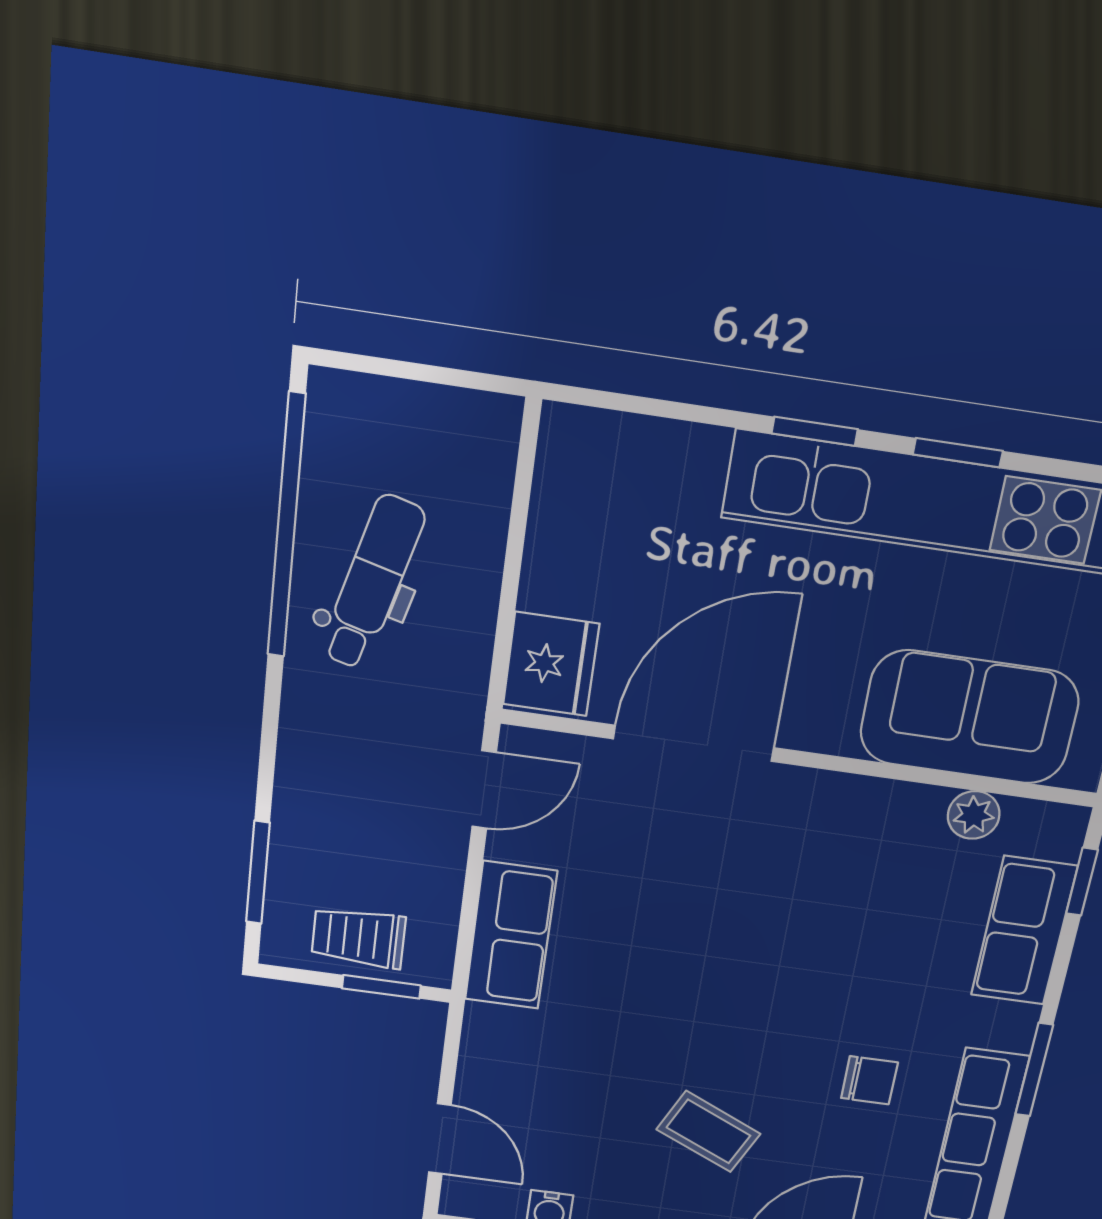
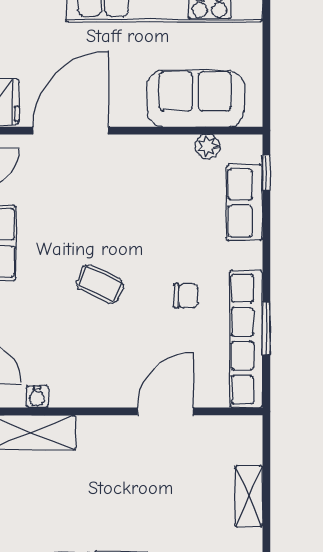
window: (1034, 1070) -> (266, 328), moved
coffee table: (708, 1132) -> (100, 284), moved

